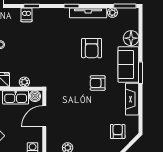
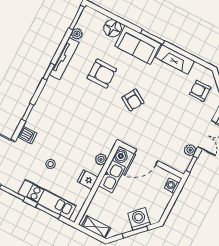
dishwasher: (26, 15) -> (27, 135), moved
armchair: (98, 83) -> (133, 100), moved, turned -59
door: (44, 116) -> (146, 157), hinge flipped

